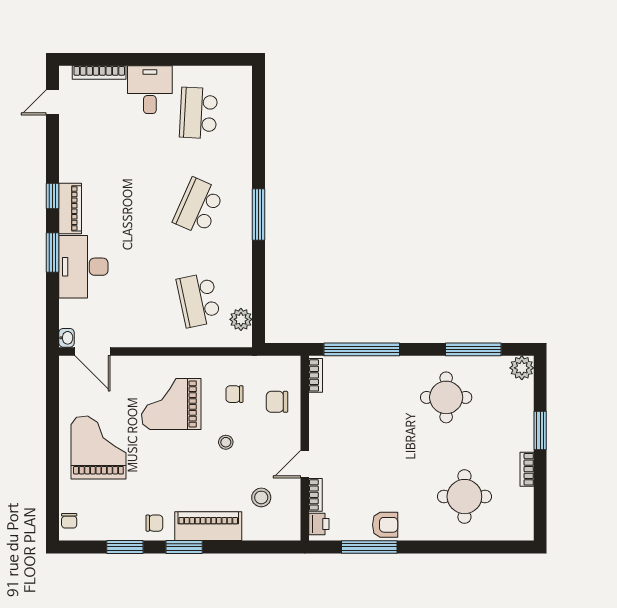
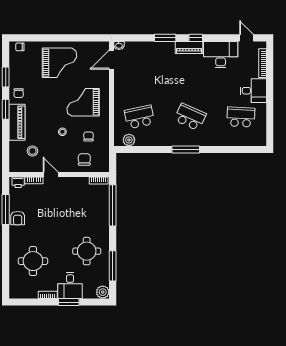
desk: (83, 267) -> (221, 55), moved
grand piano: (171, 404) -> (83, 102), turned -90
desk: (510, 428) -> (70, 286), added

